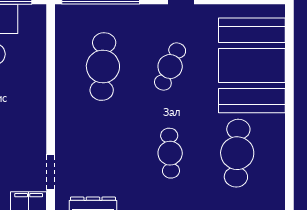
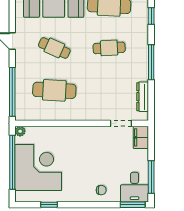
plant: (38, 12) -> (20, 131), added

